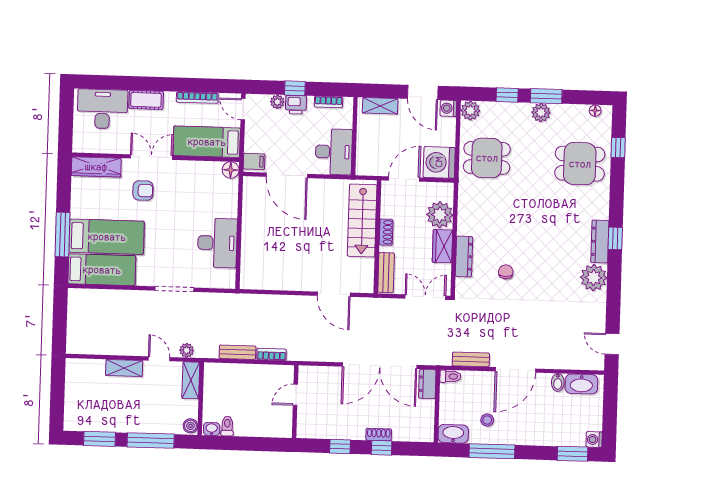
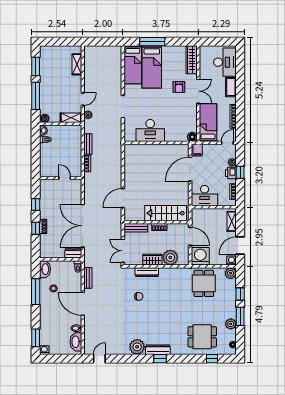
plant: (541, 113) -> (231, 324), moved
dining table: (580, 164) -> (202, 337), turned 90
double door: (425, 297) -> (123, 251), swing flipped
shelving: (124, 368) -> (77, 64), moved

